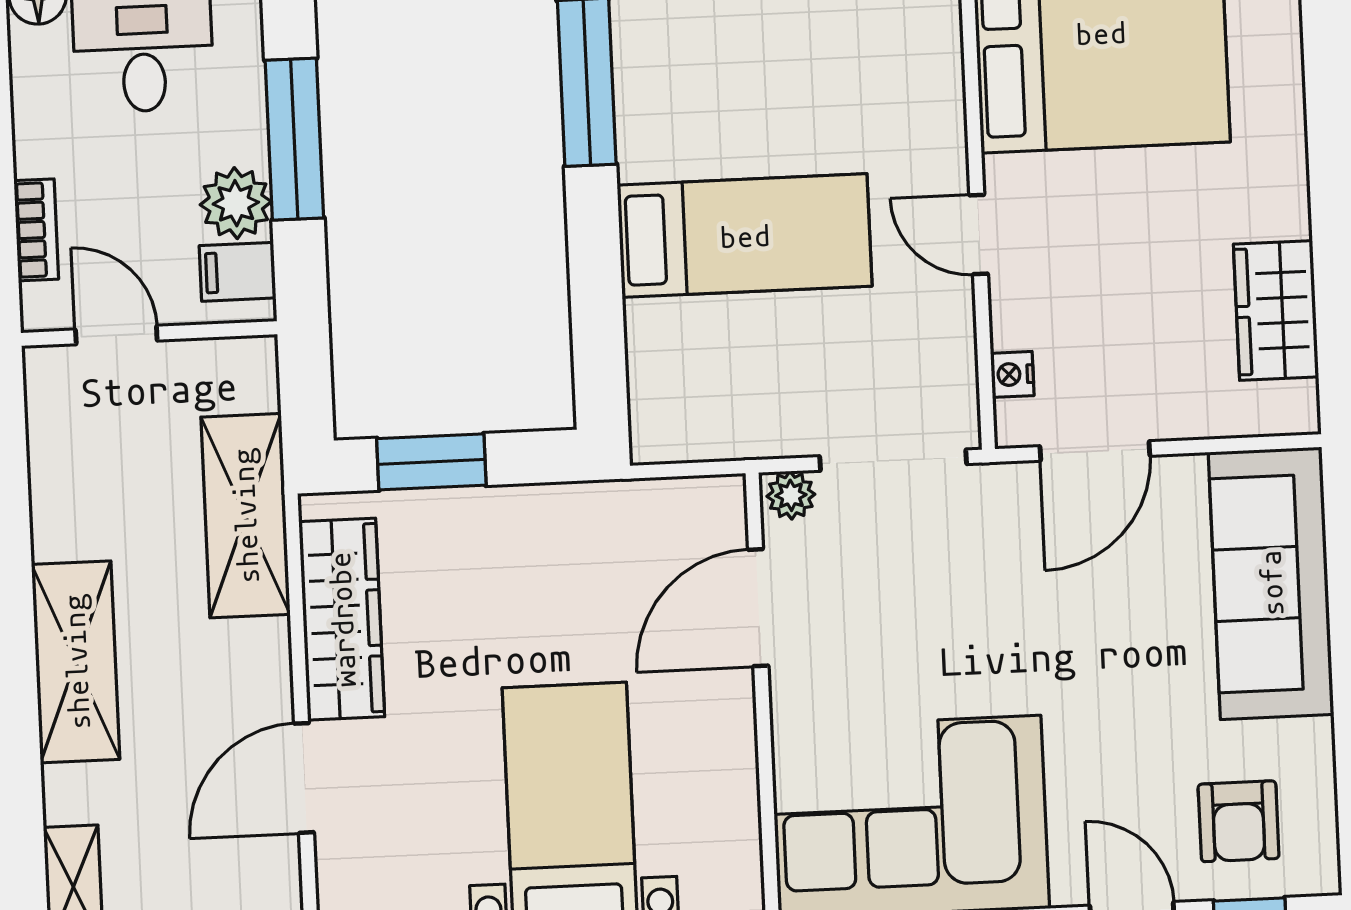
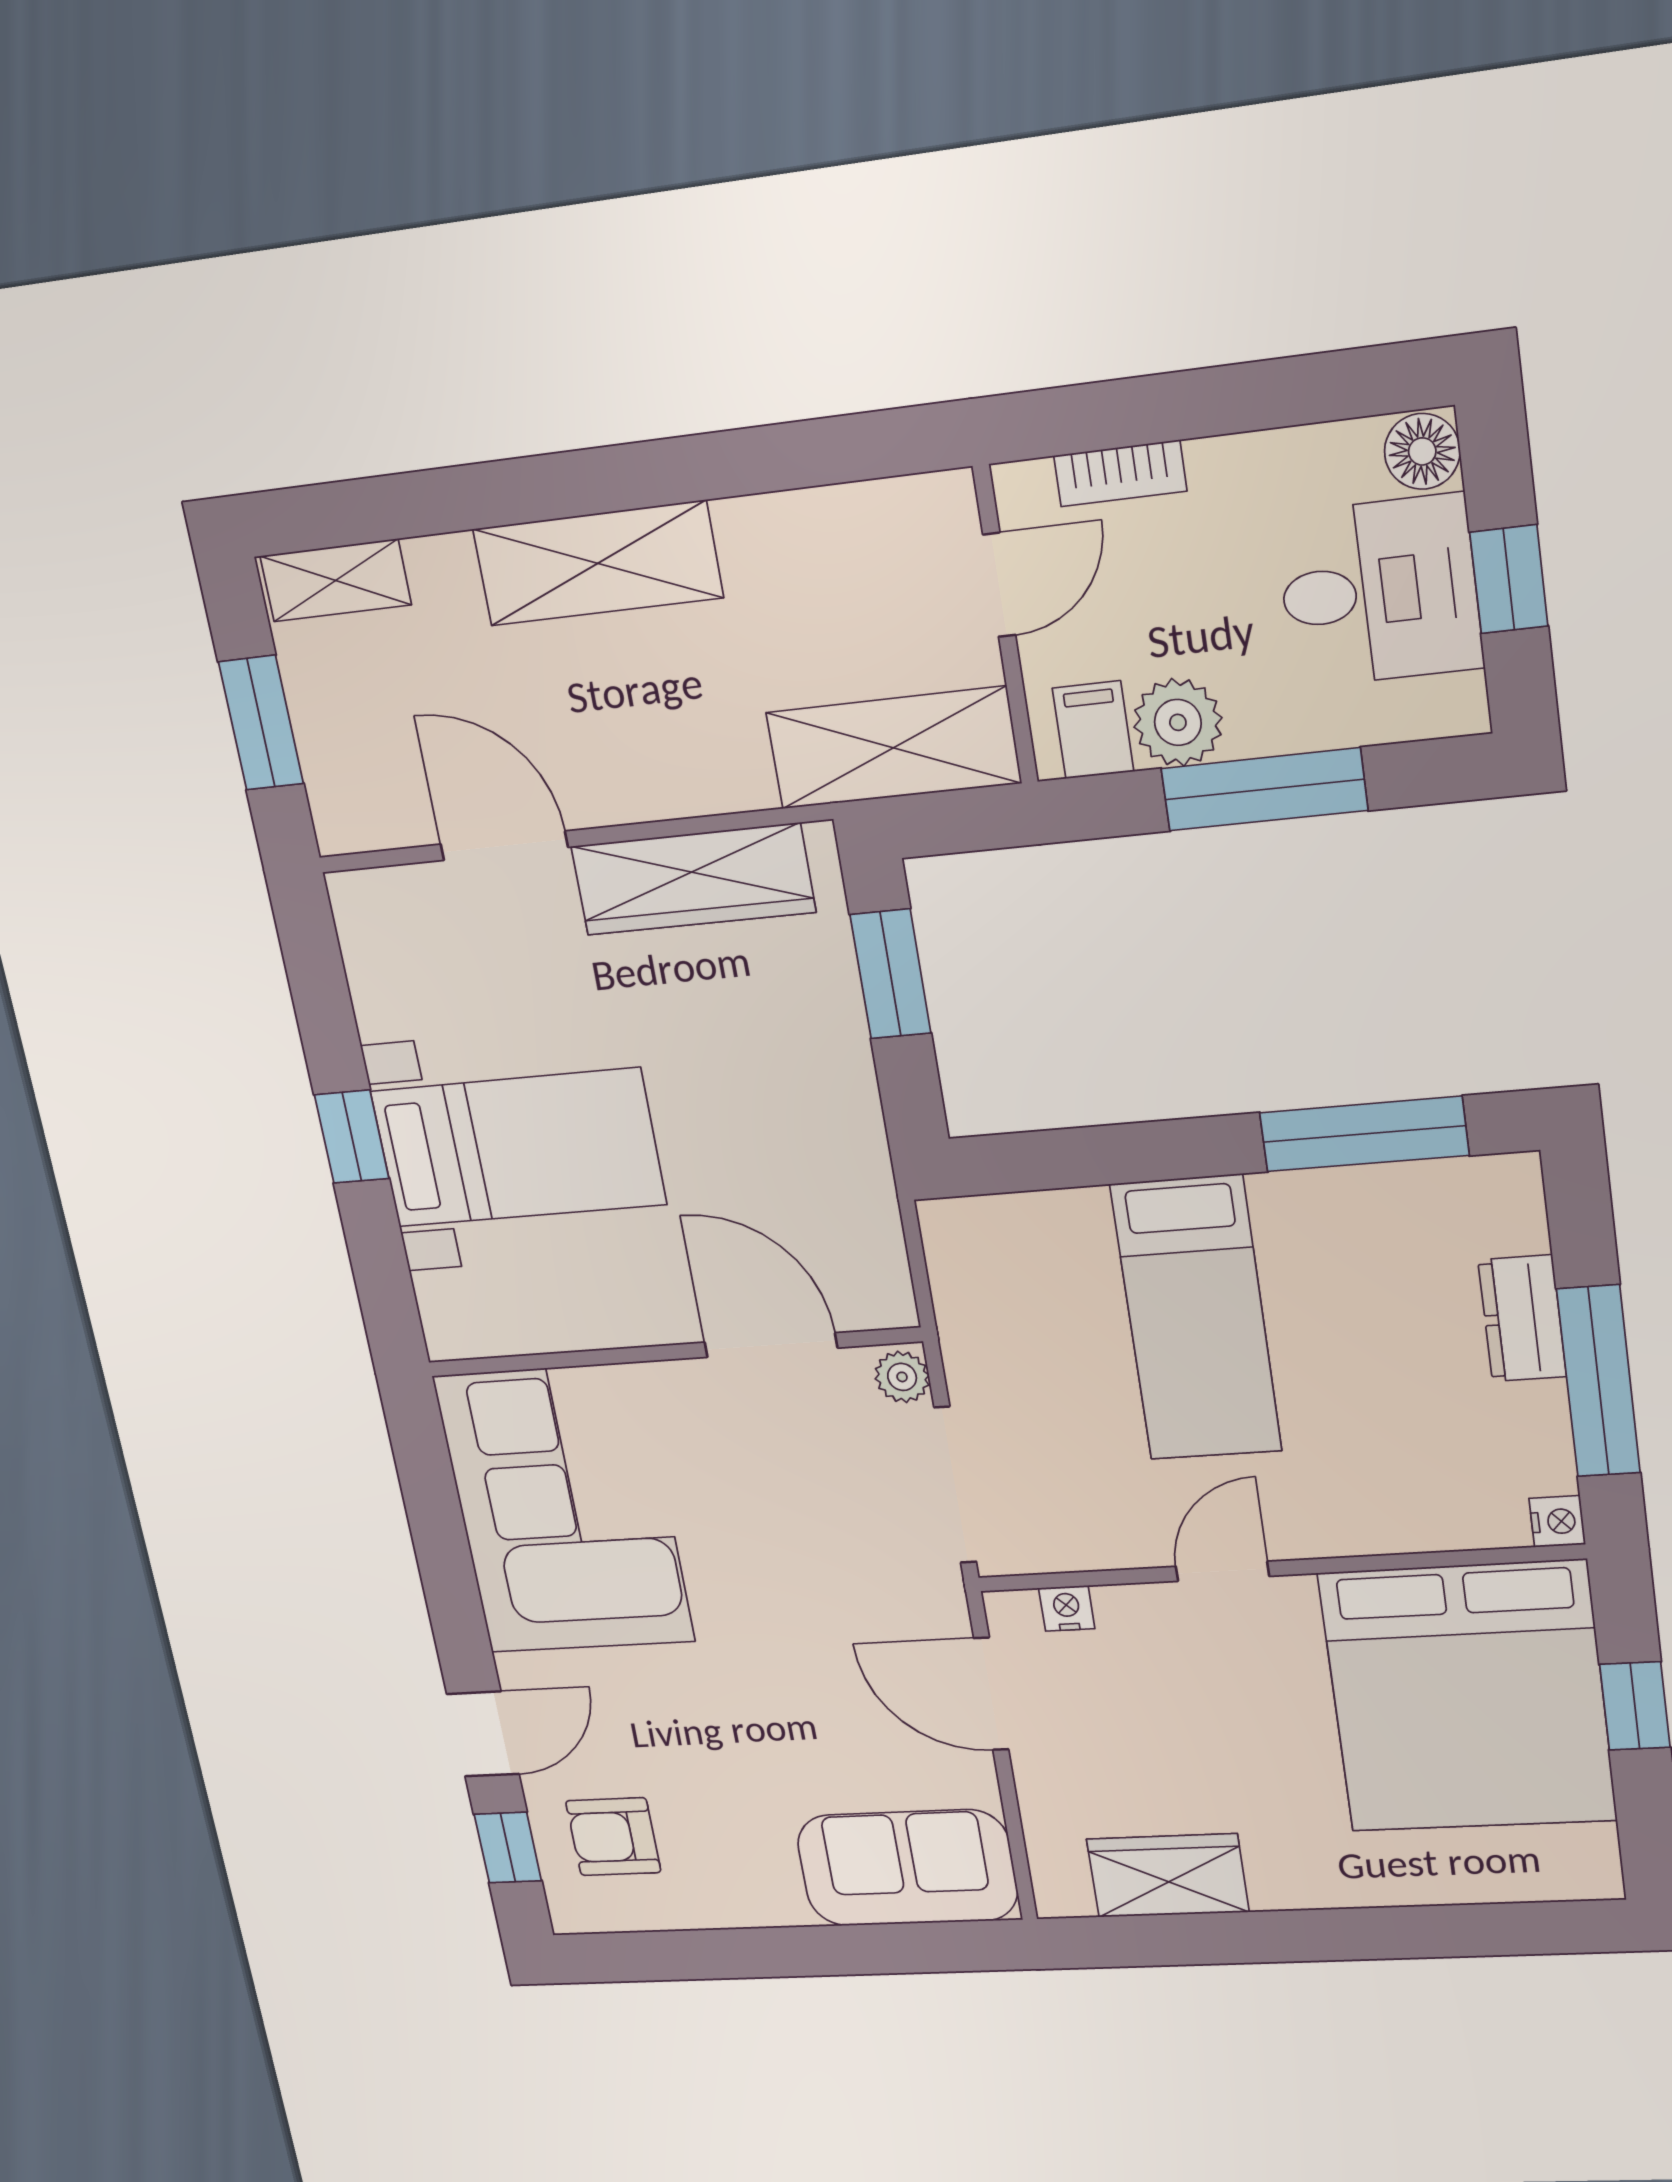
shelving: (245, 516) -> (893, 748), moved
sofa: (1271, 583) -> (907, 1868), width x0.73

